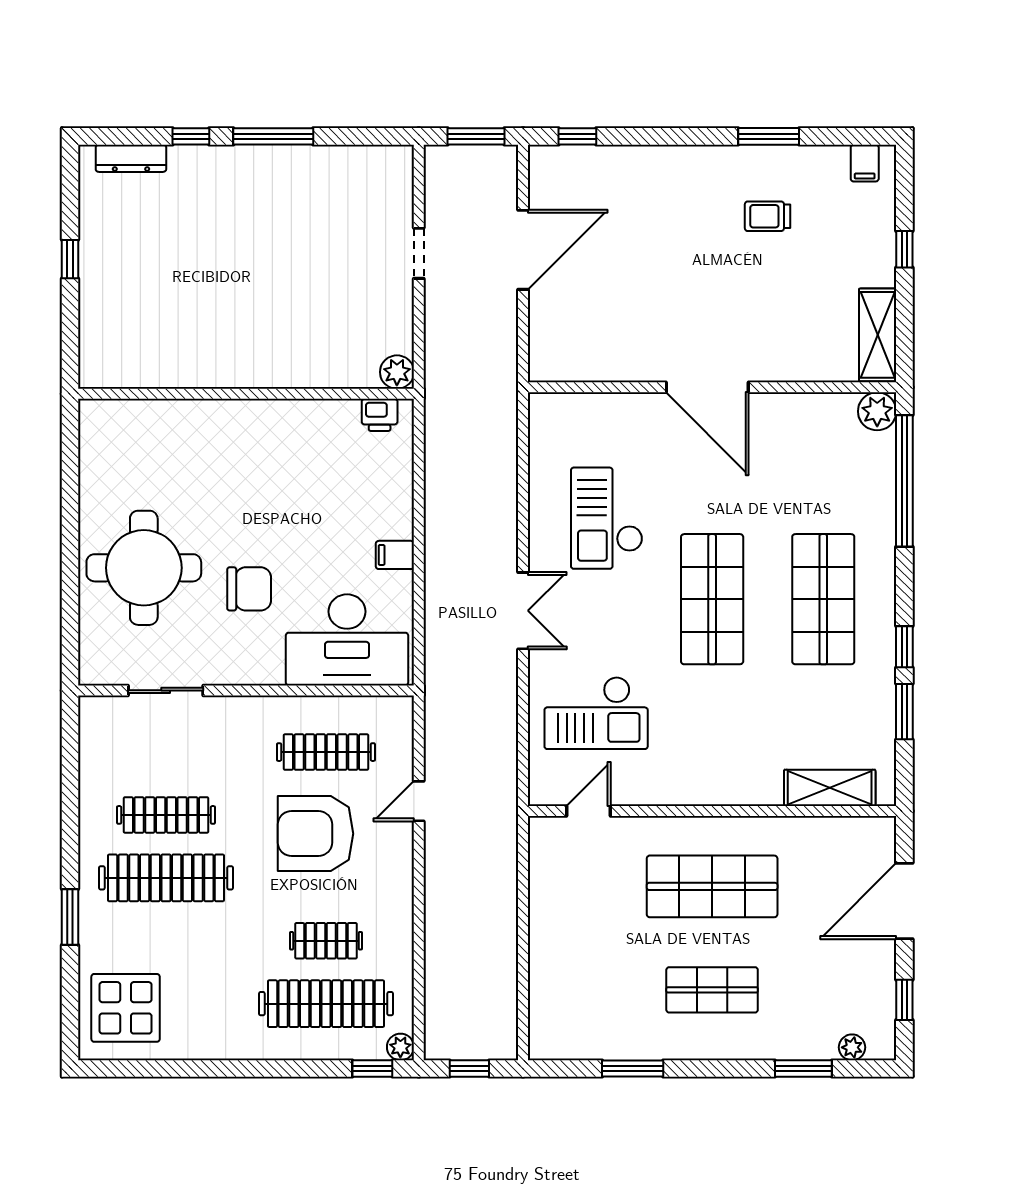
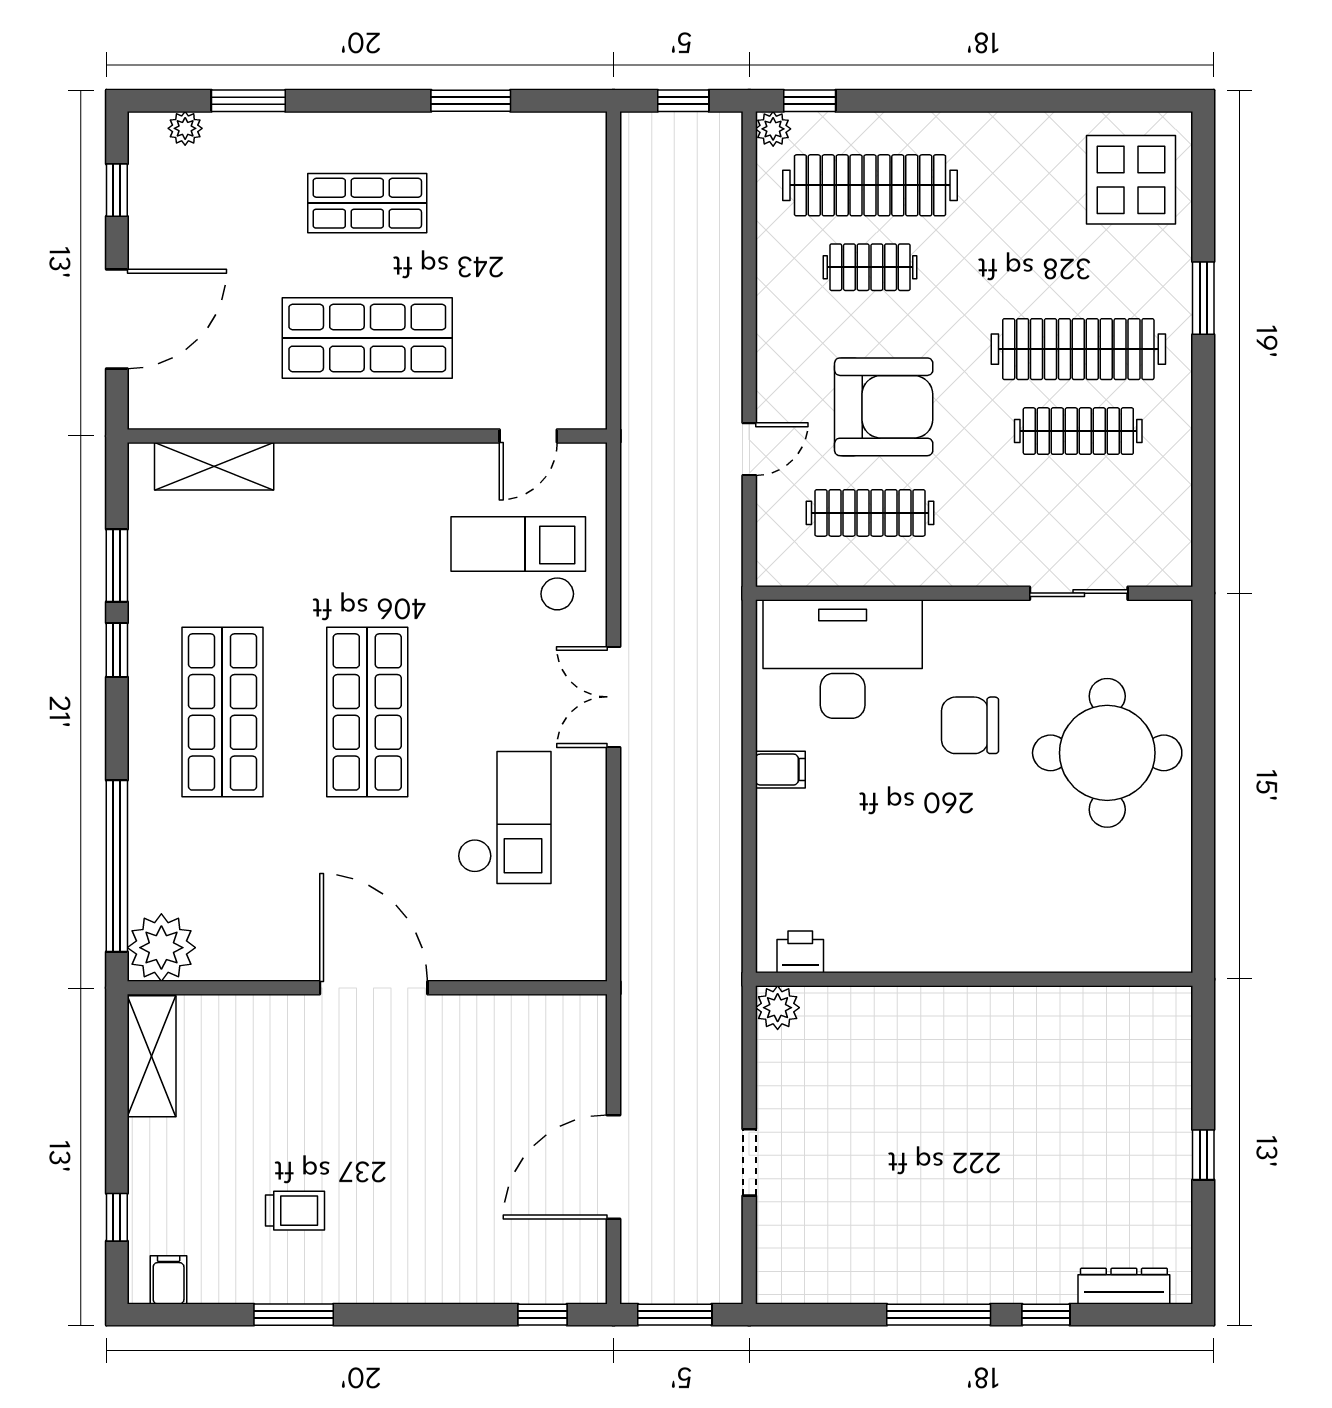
window: (904, 249) -> (117, 1217), moved
plant: (877, 411) -> (161, 948), width x1.36, depth x1.36

